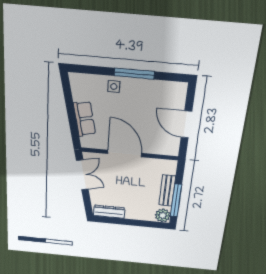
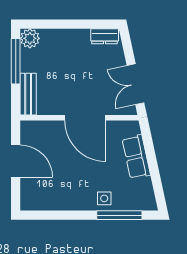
window: (134, 74) -> (119, 215), moved
bench: (167, 191) -> (28, 94), moved
dresser: (109, 212) -> (105, 36), width x0.70

